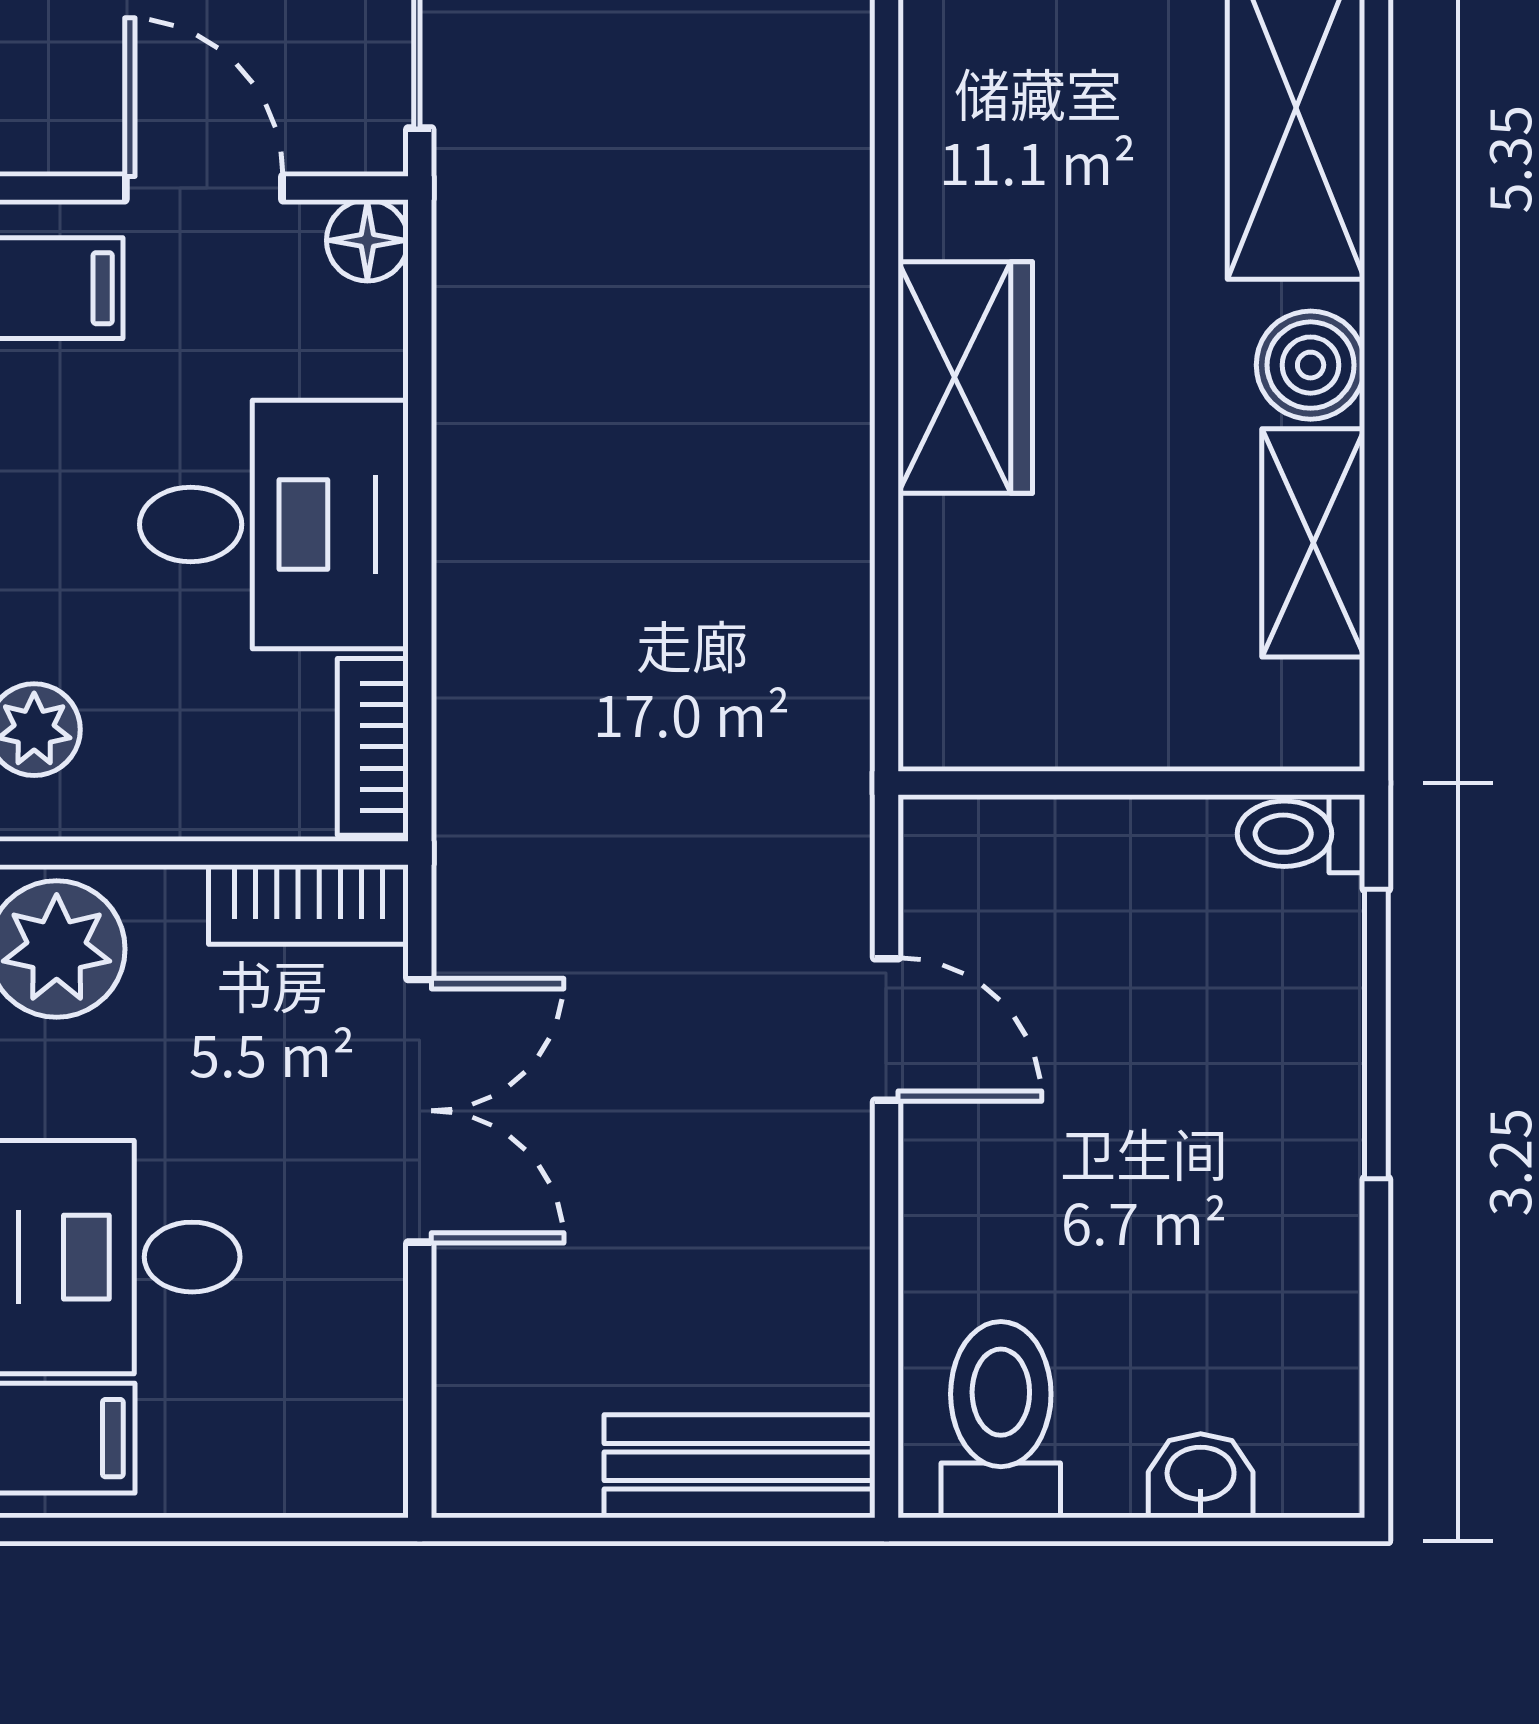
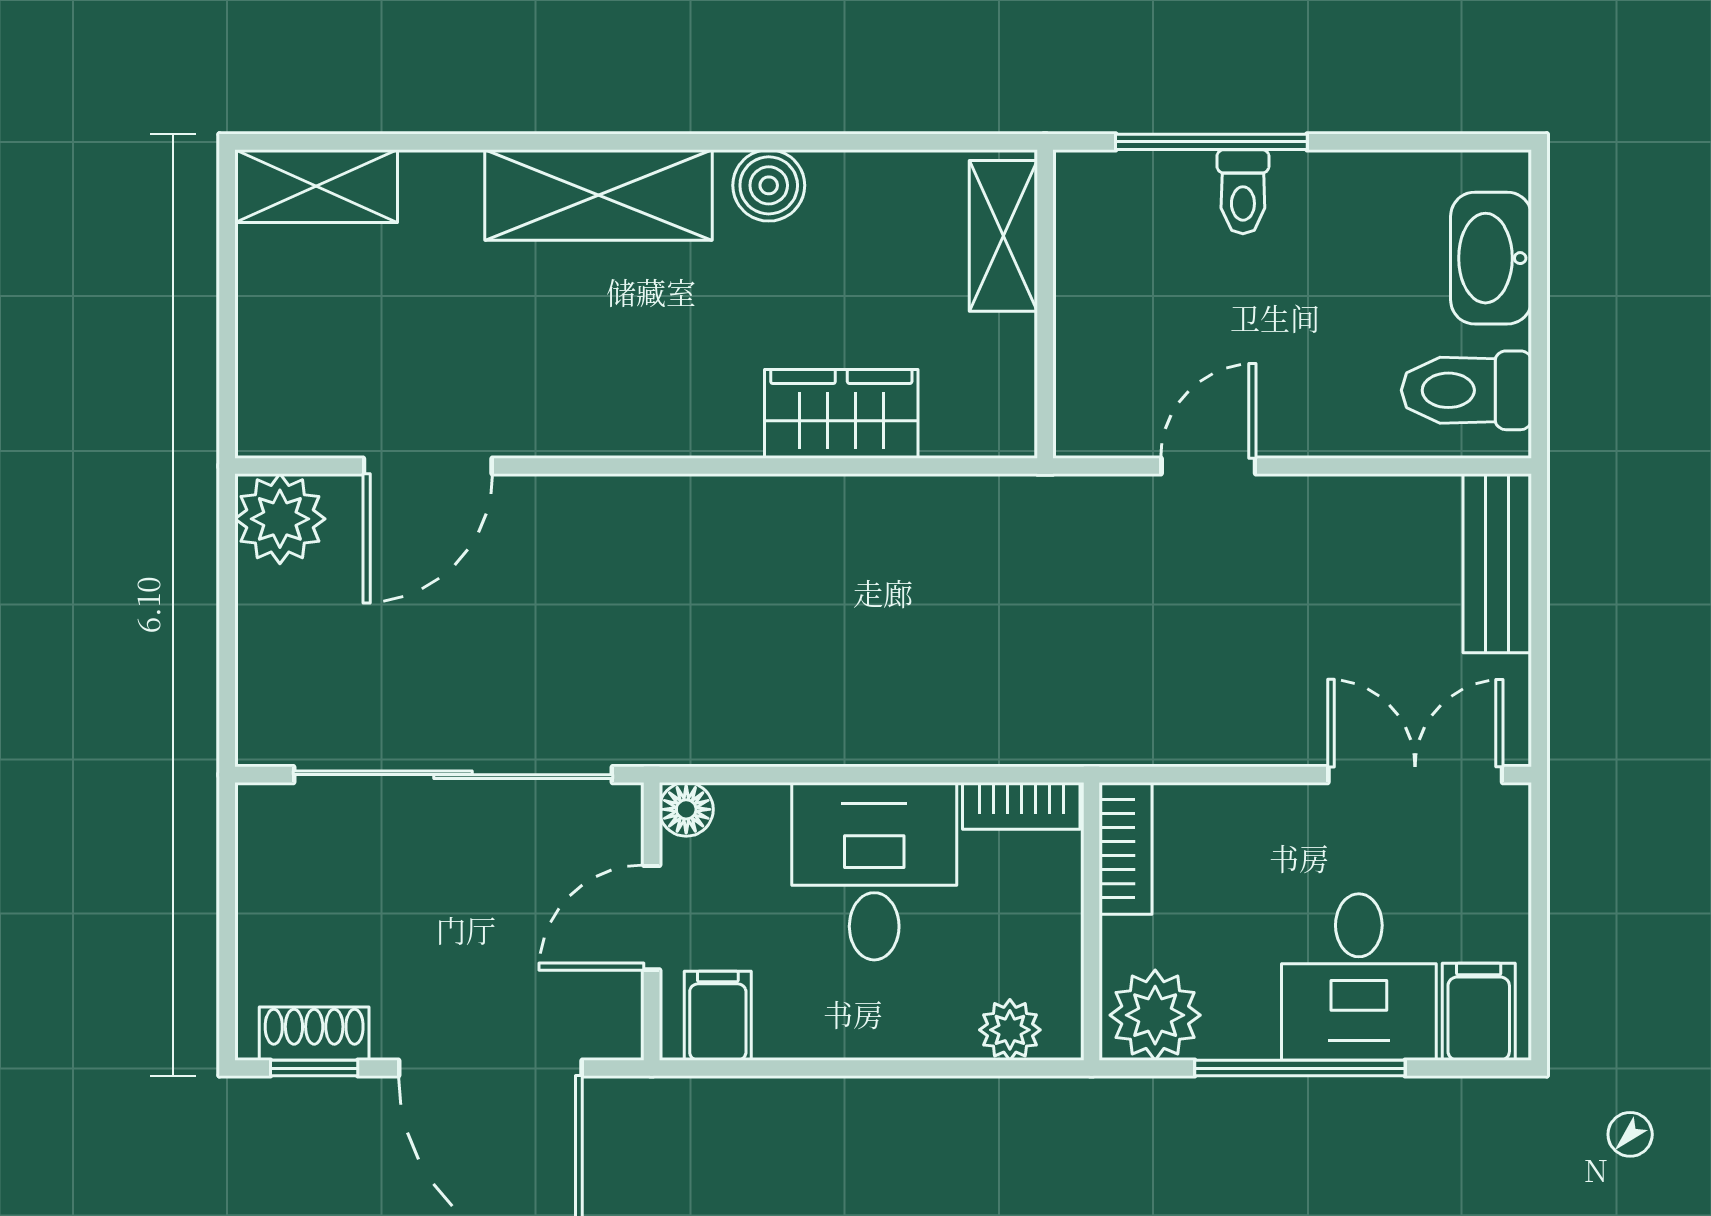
wardrobe: (965, 378) -> (841, 414), moved
shelving: (1313, 543) -> (1003, 236), moved, turned 90
toilet: (1301, 834) -> (1243, 192), moved
double door: (420, 1111) -> (1415, 775), moved
washbasin: (1201, 1476) -> (1491, 258), width x1.91, depth x1.45

